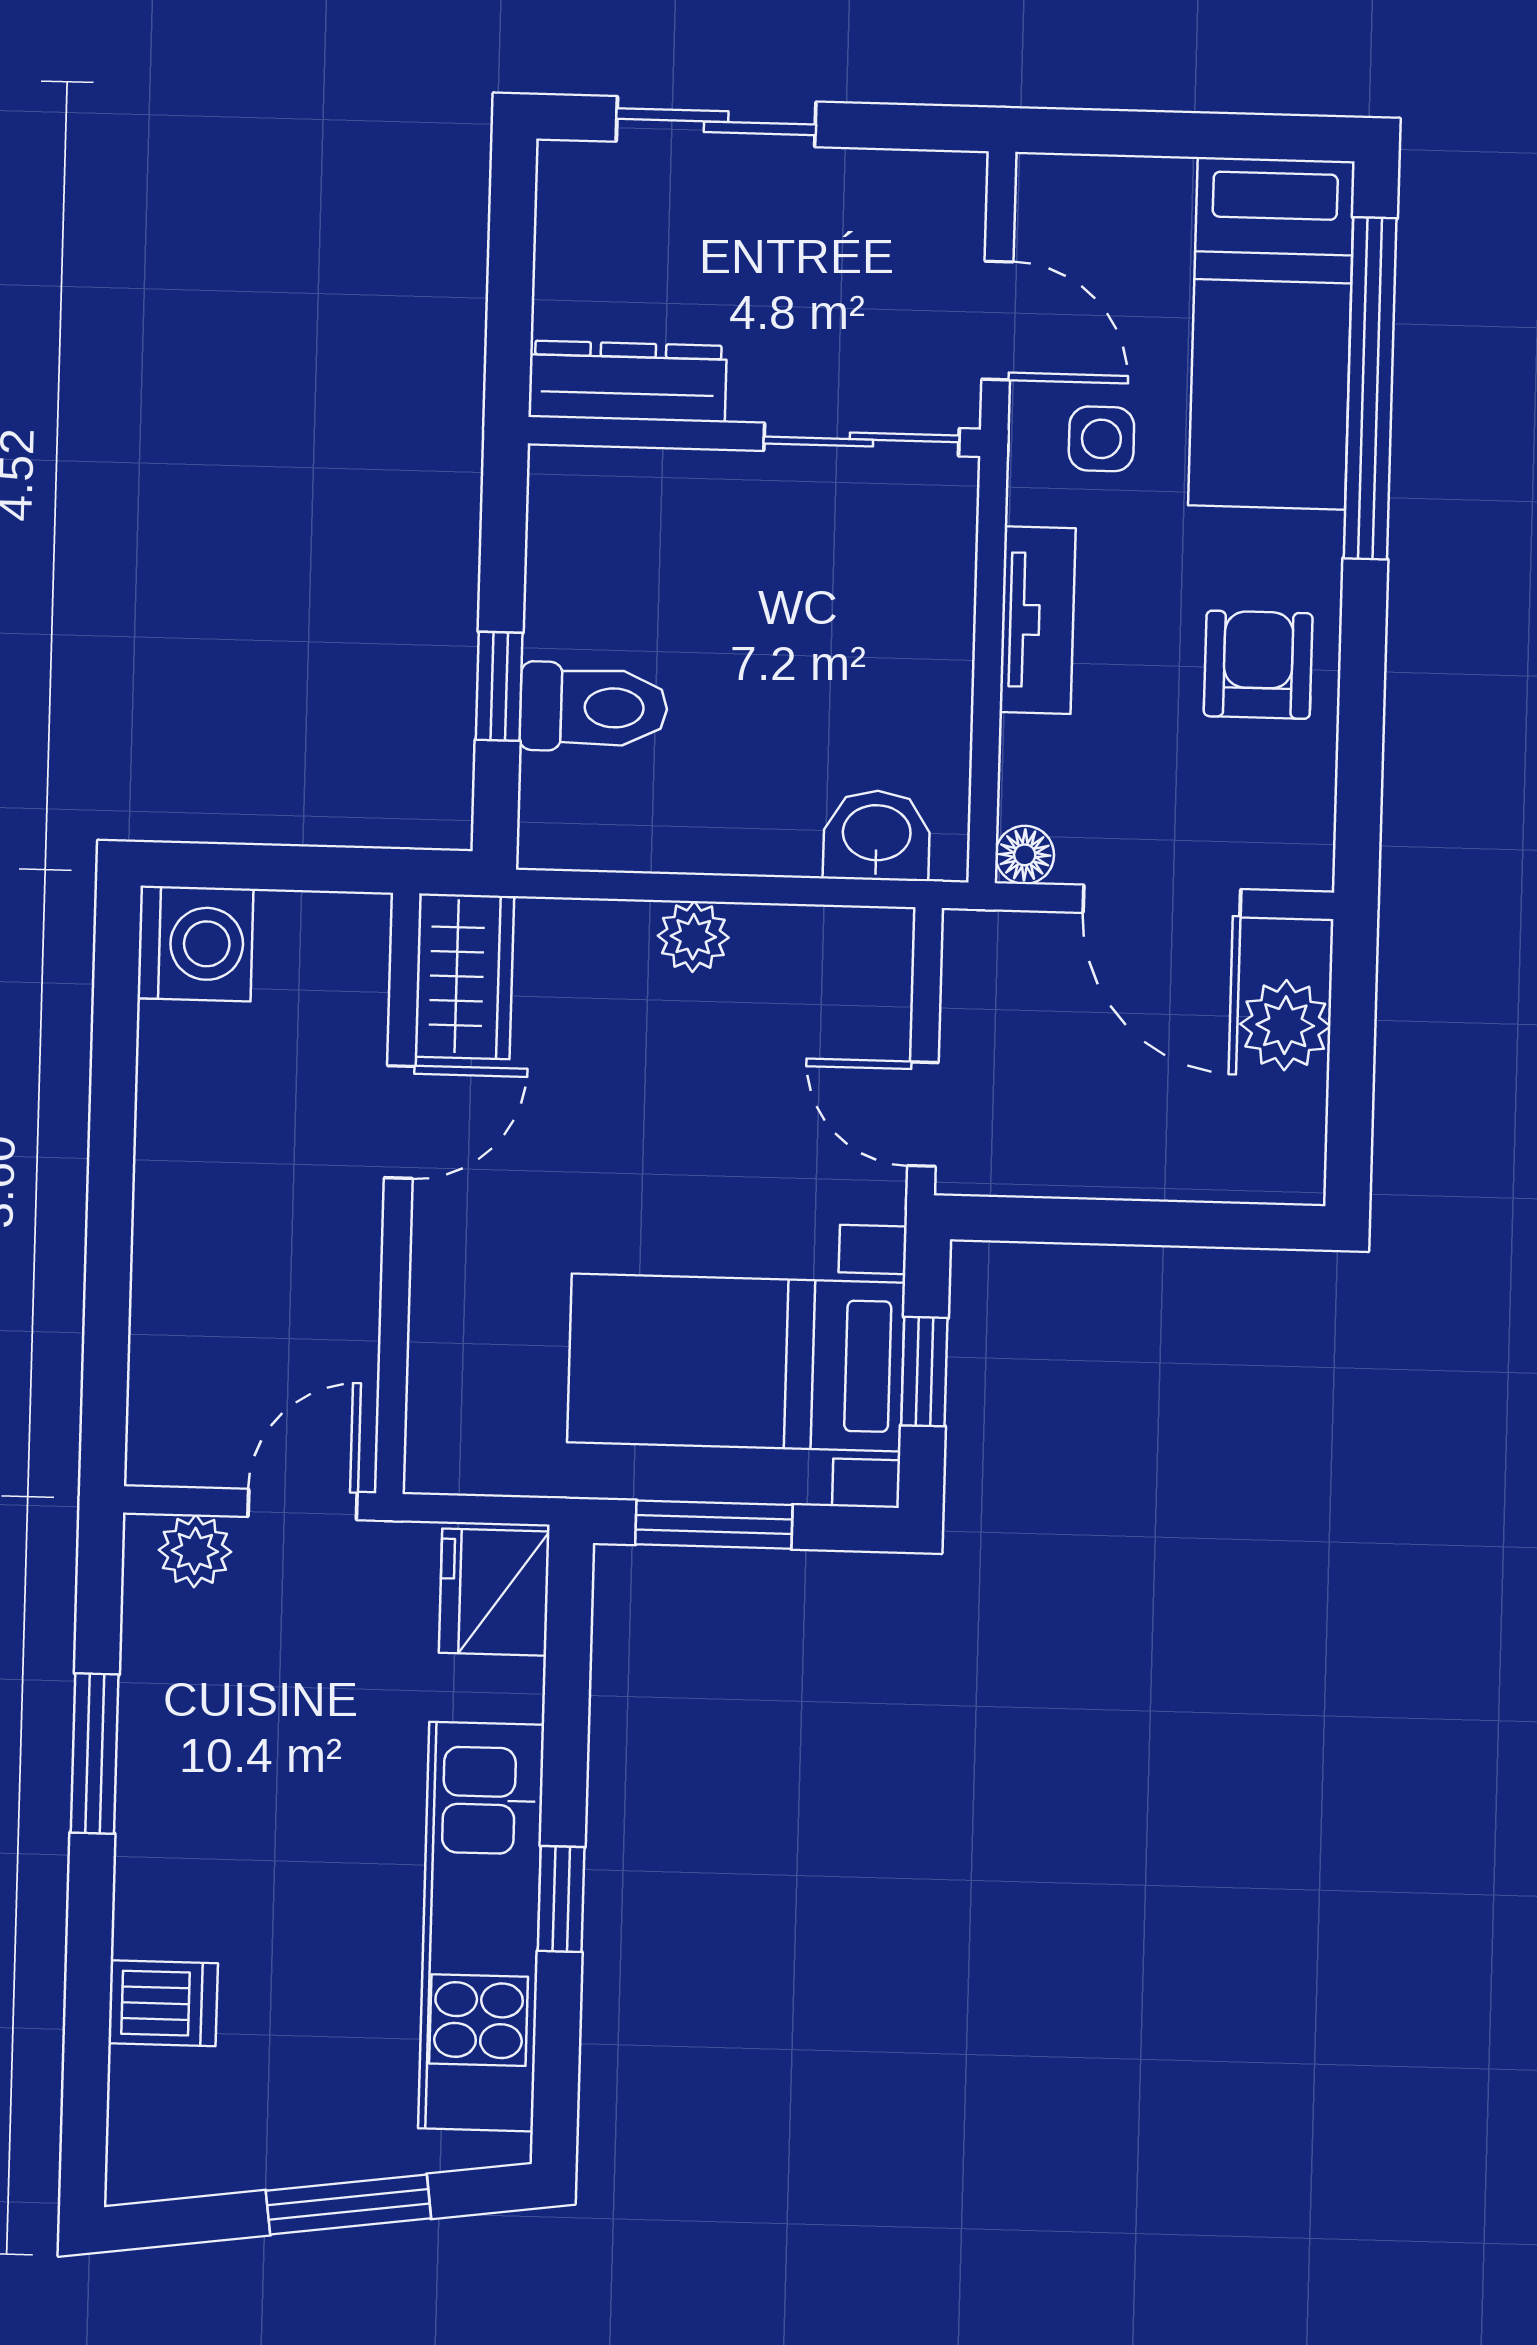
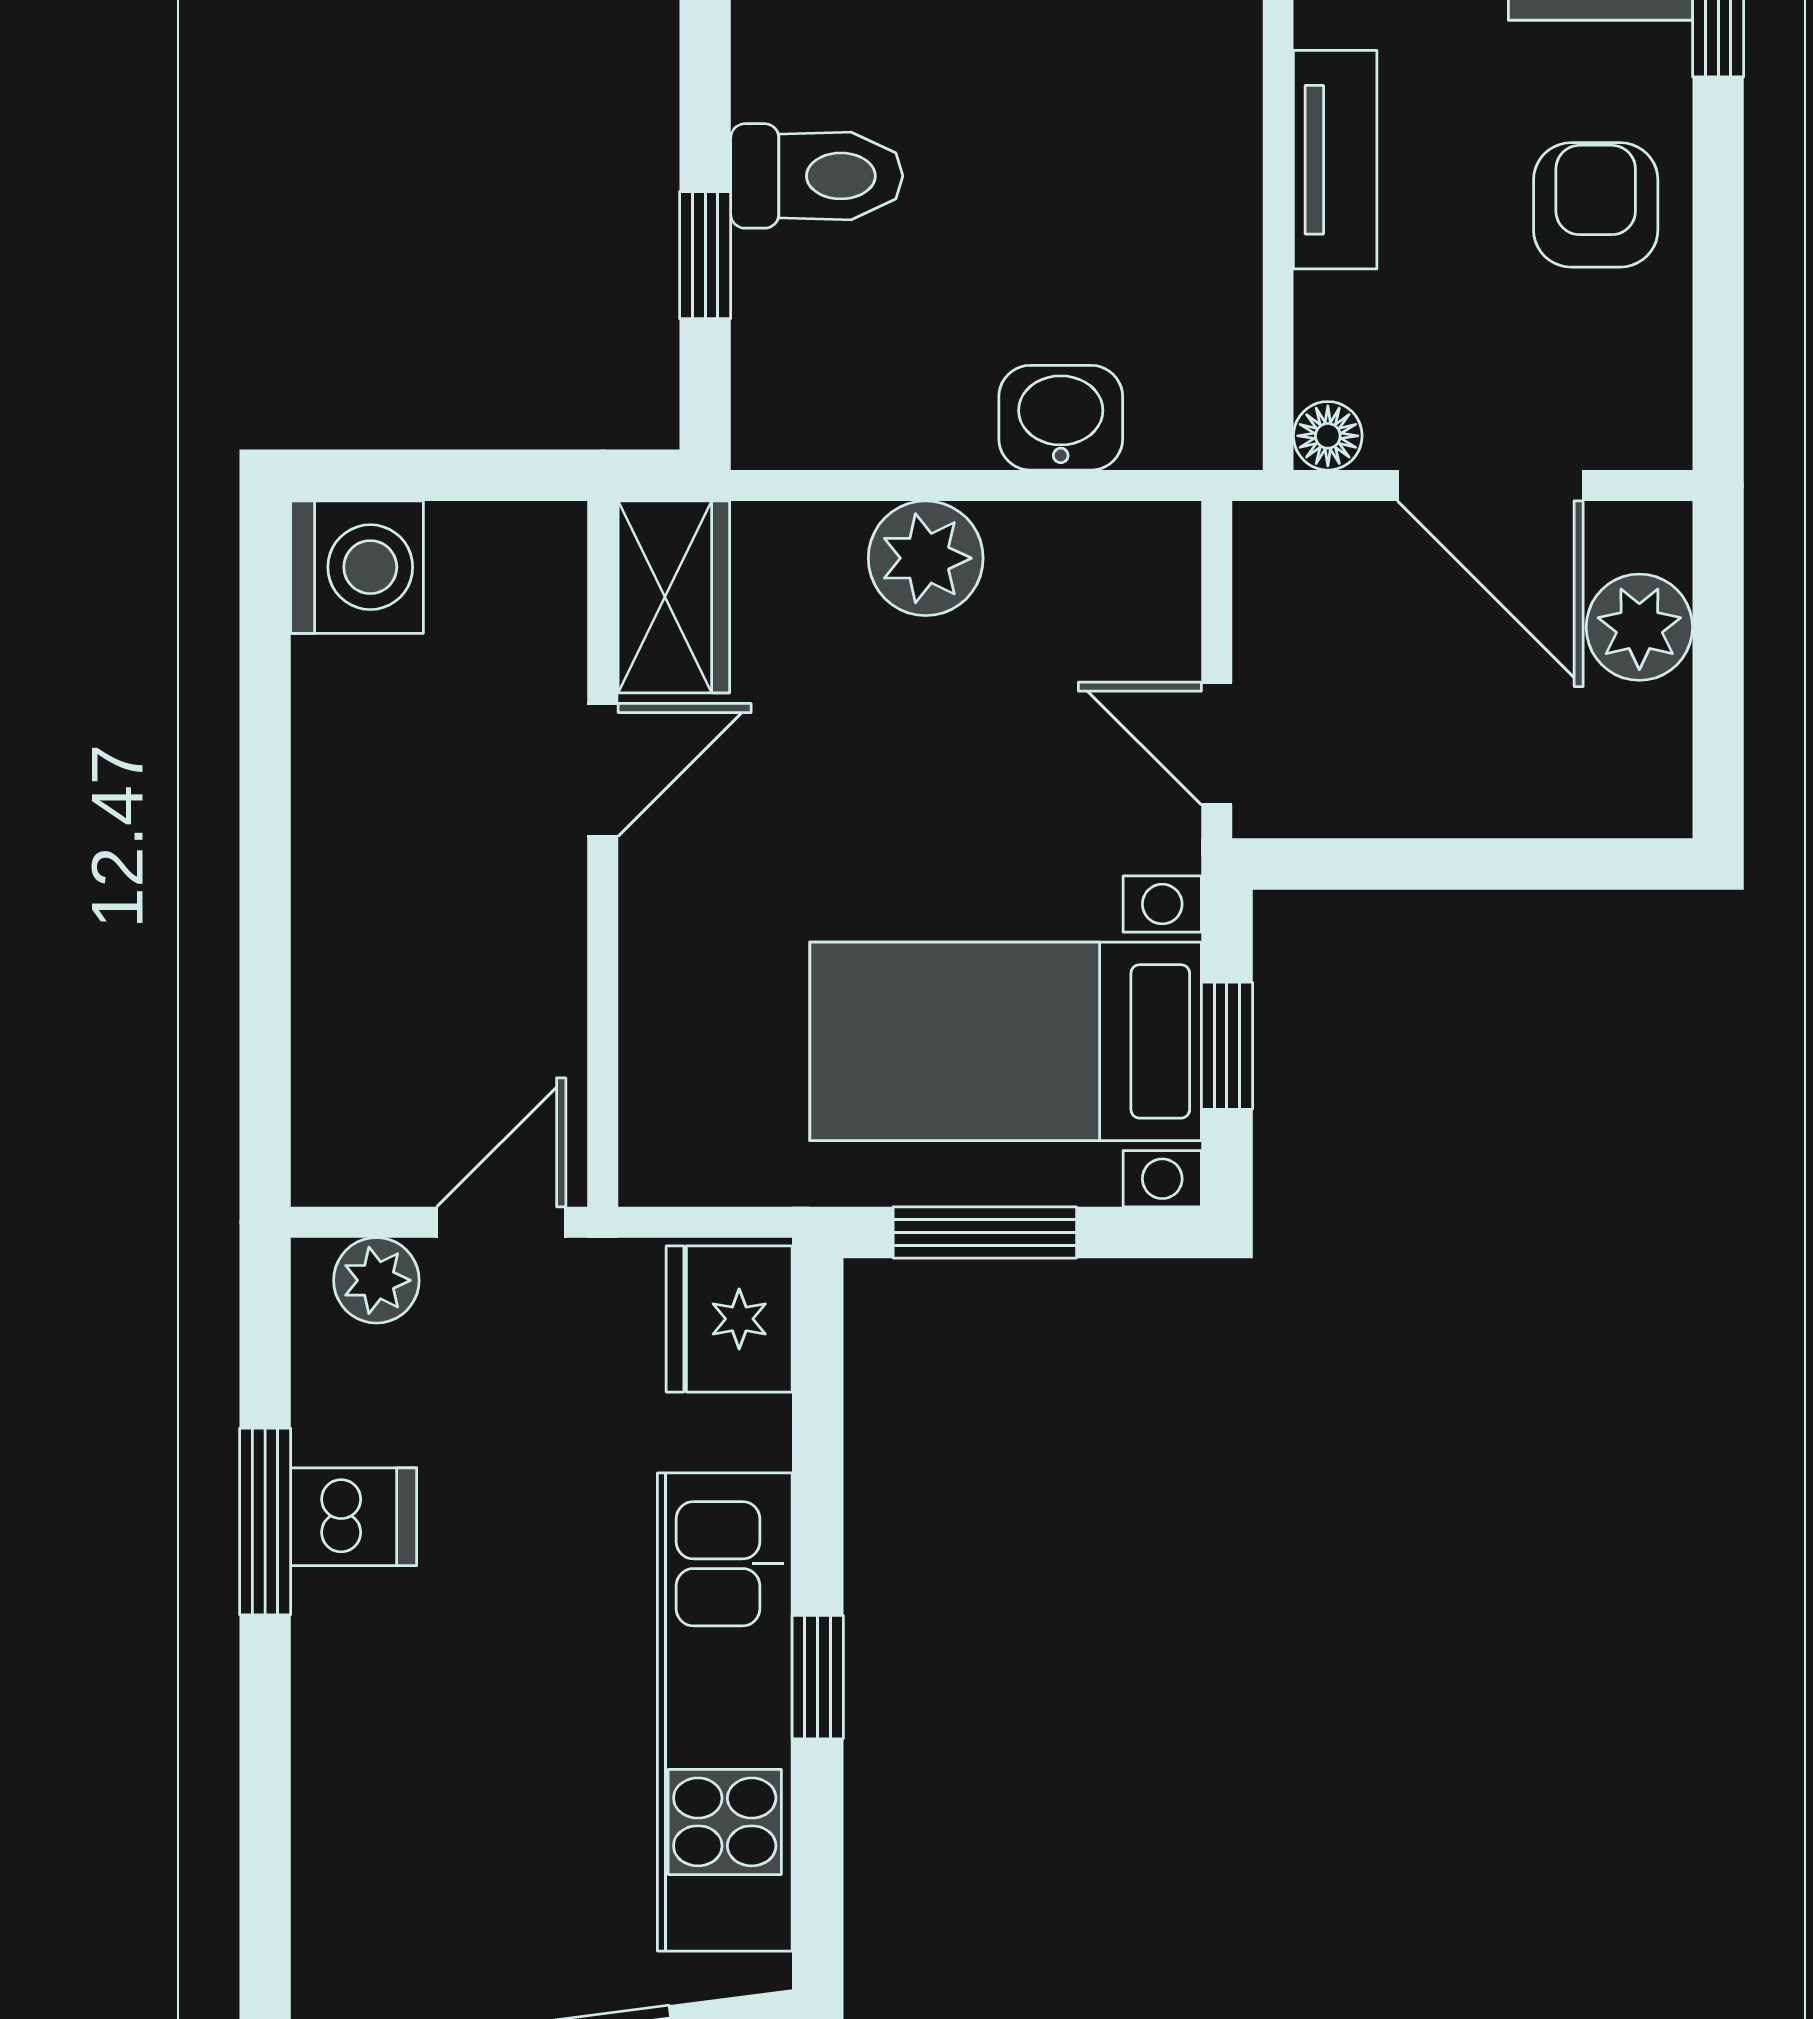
toilet: (594, 707) -> (817, 176), moved
washbasin: (877, 835) -> (1061, 418), moved
plant: (693, 937) -> (926, 558), width x1.38, depth x1.38
dishwasher: (163, 2003) -> (354, 1517), moved

